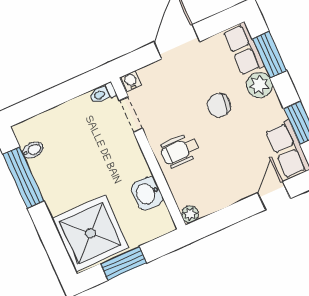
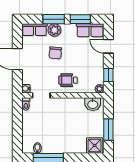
window: (269, 55) -> (54, 19), moved
wheelchair: (180, 150) -> (68, 80), turned 90
washbasin: (147, 193) -> (93, 104), moved
window: (222, 219) -> (108, 75), added
shower: (90, 233) -> (95, 145), width x0.54, depth x0.54

